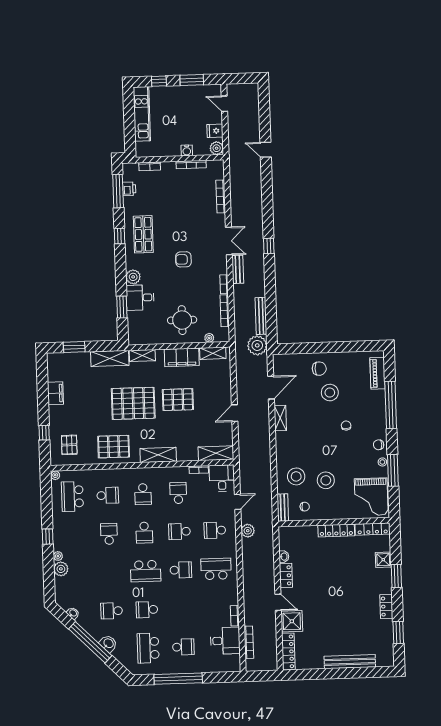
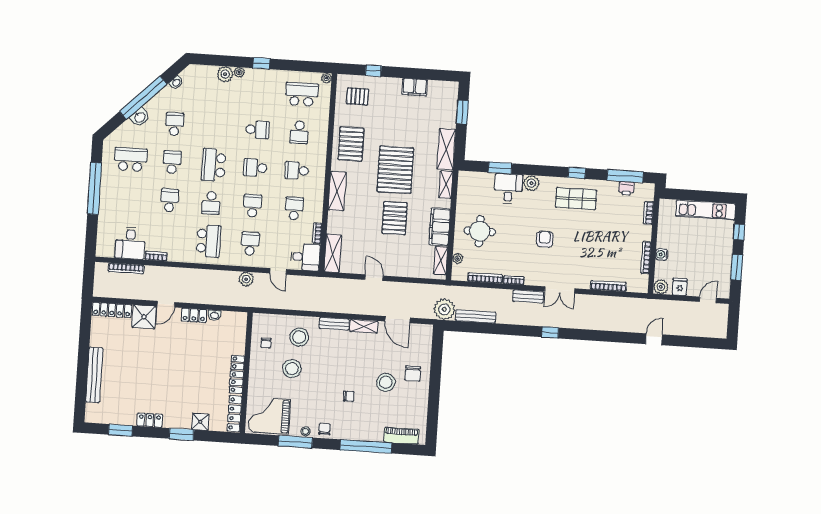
school desk: (178, 493) -> (294, 209), turned -90
bench: (283, 508) -> (334, 324), moved
school desk: (183, 647) -> (170, 200), moved, turned 180

